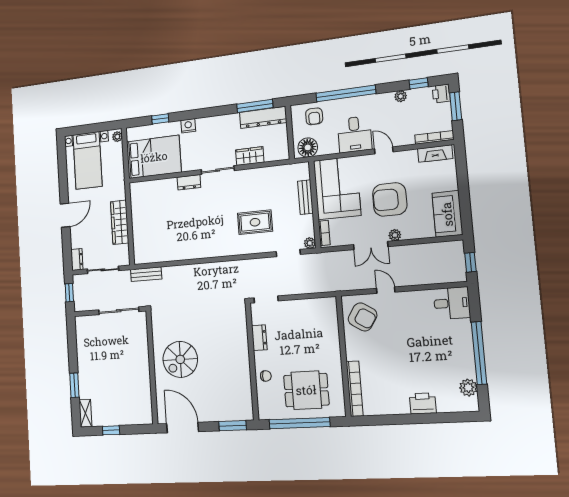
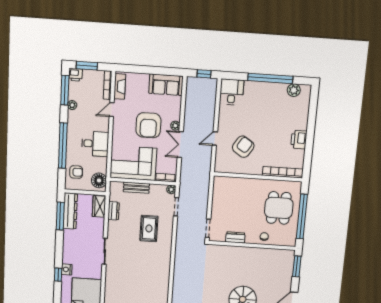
window: (419, 83) -> (65, 90), width x2.17
window: (160, 119) -> (58, 275), moved
door: (384, 150) -> (112, 110), moved
wardrobe: (250, 156) -> (99, 206), moved
dresser: (189, 182) -> (114, 211), moved
double door: (371, 246) -> (180, 145), swing flipped
armchair: (363, 317) -> (243, 147), moved
printer: (423, 403) -> (299, 140), moved

